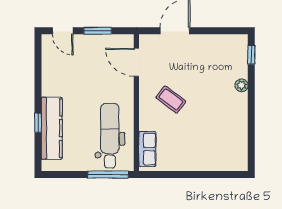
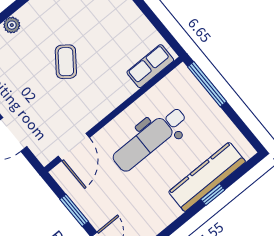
coffee table: (171, 100) -> (66, 62), moved
dental chair: (110, 136) -> (150, 139), moved

